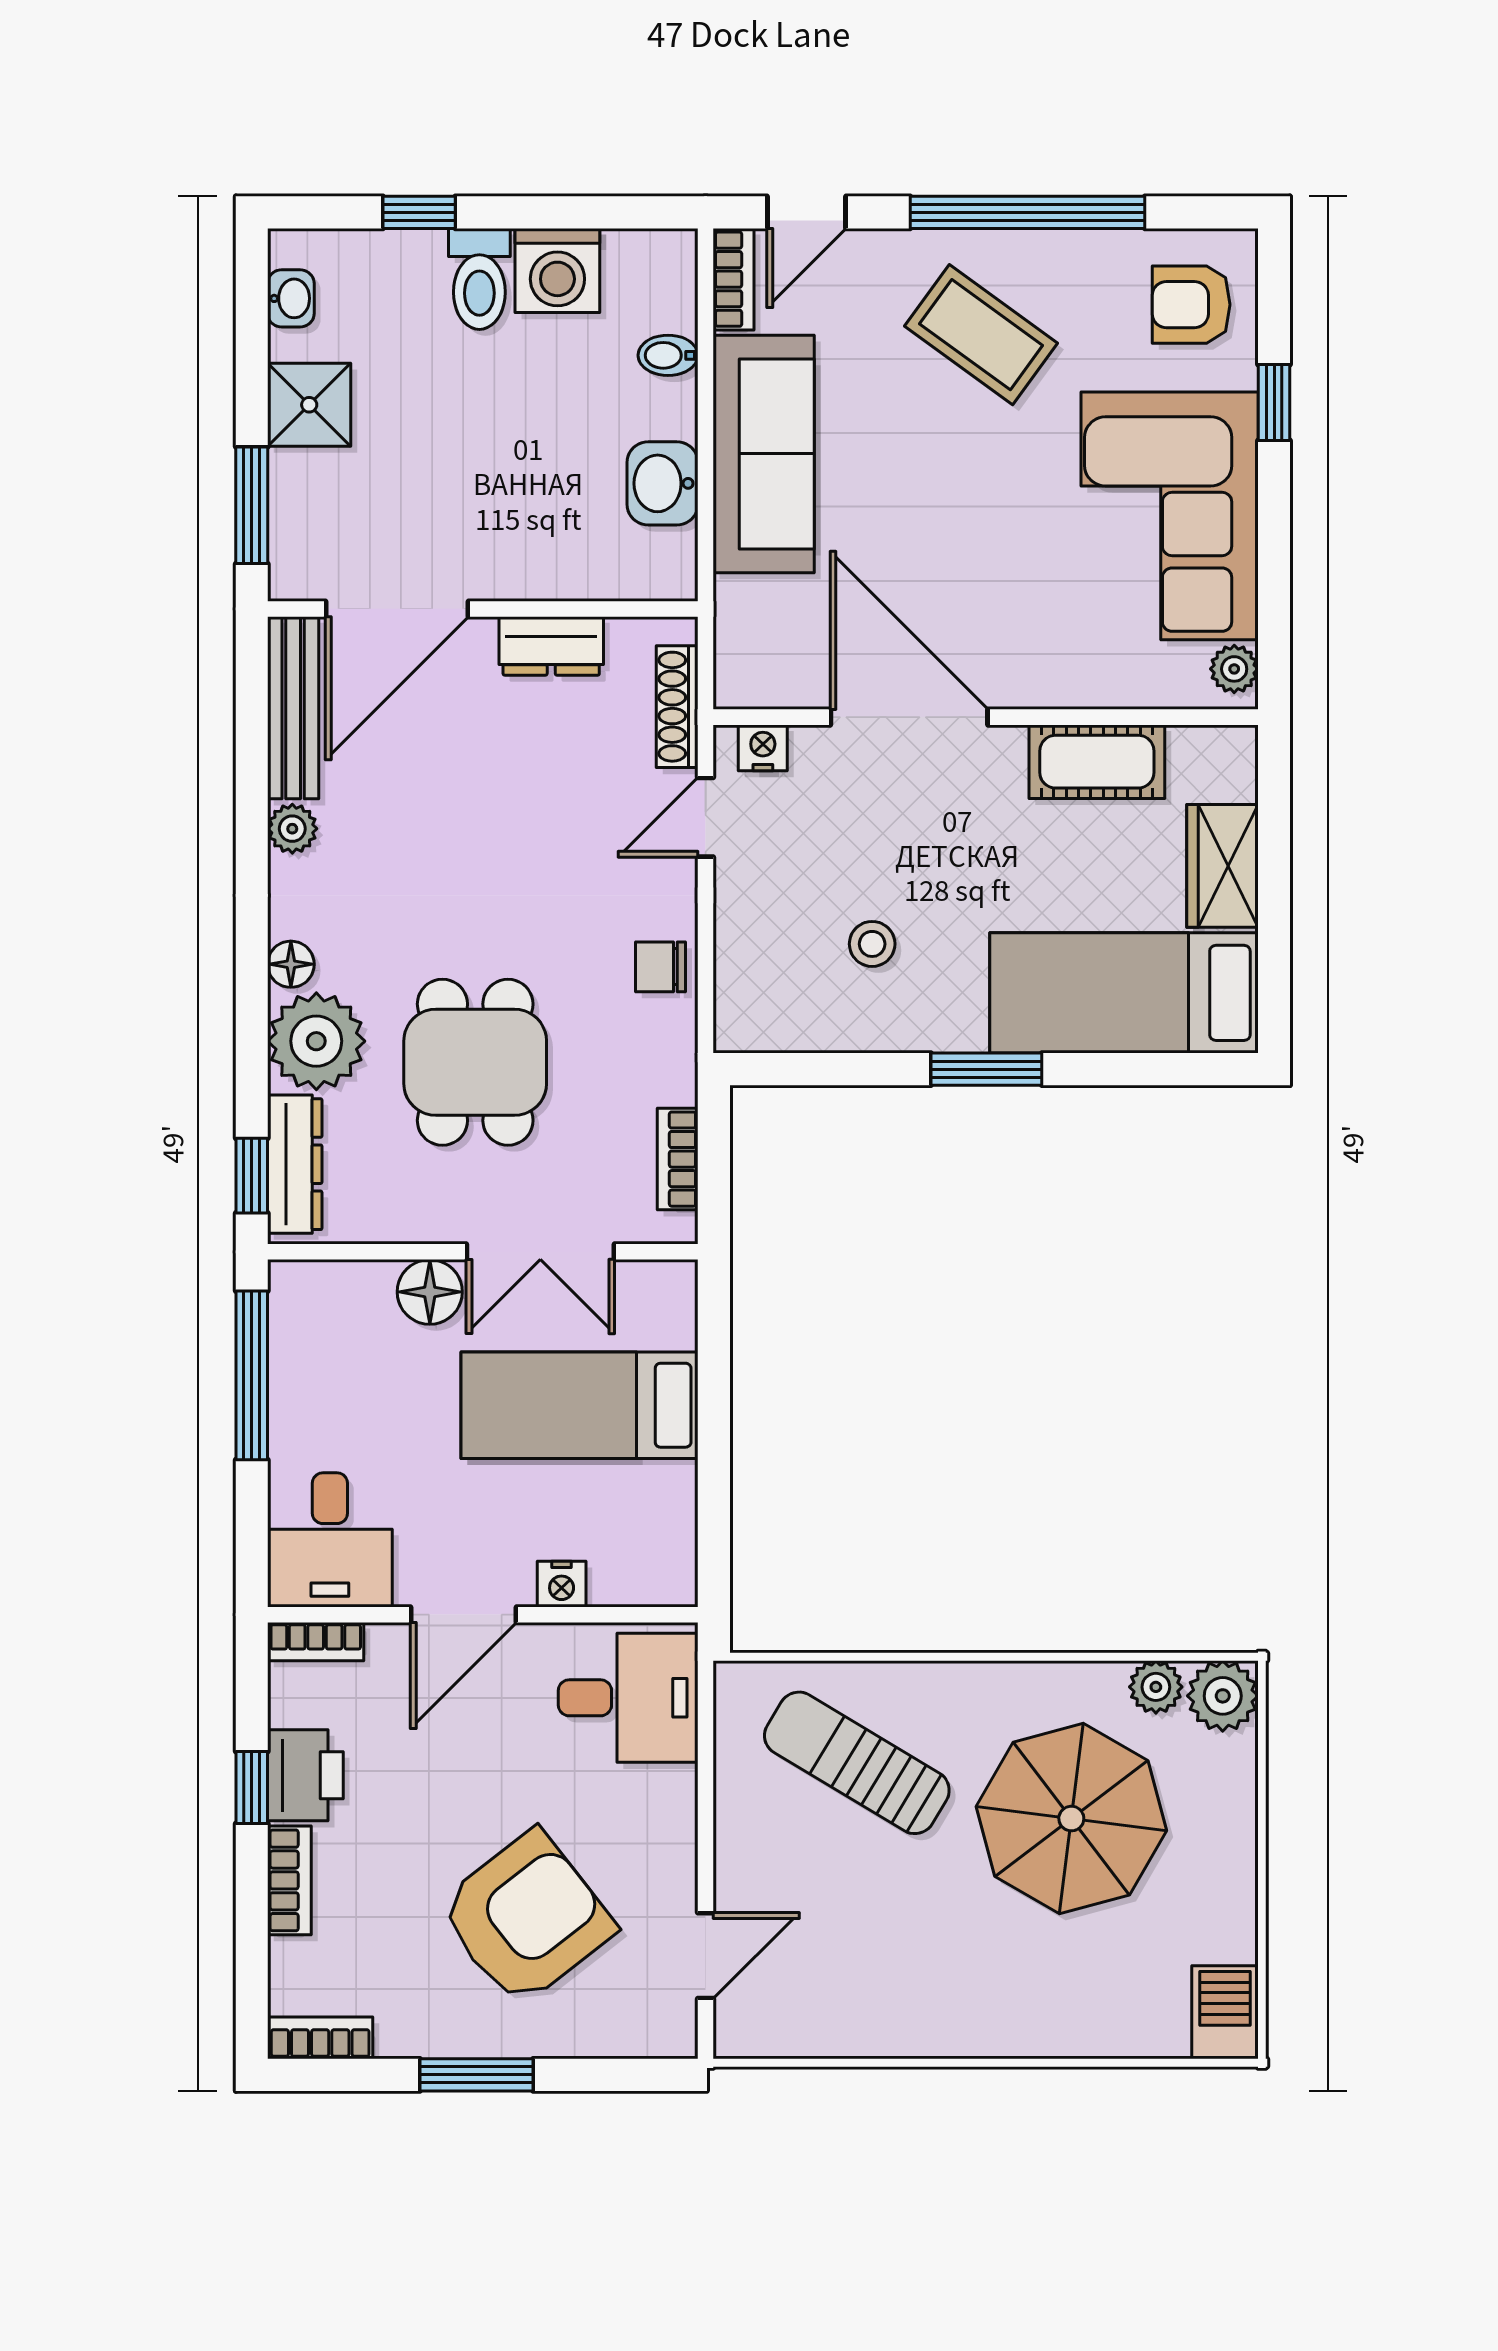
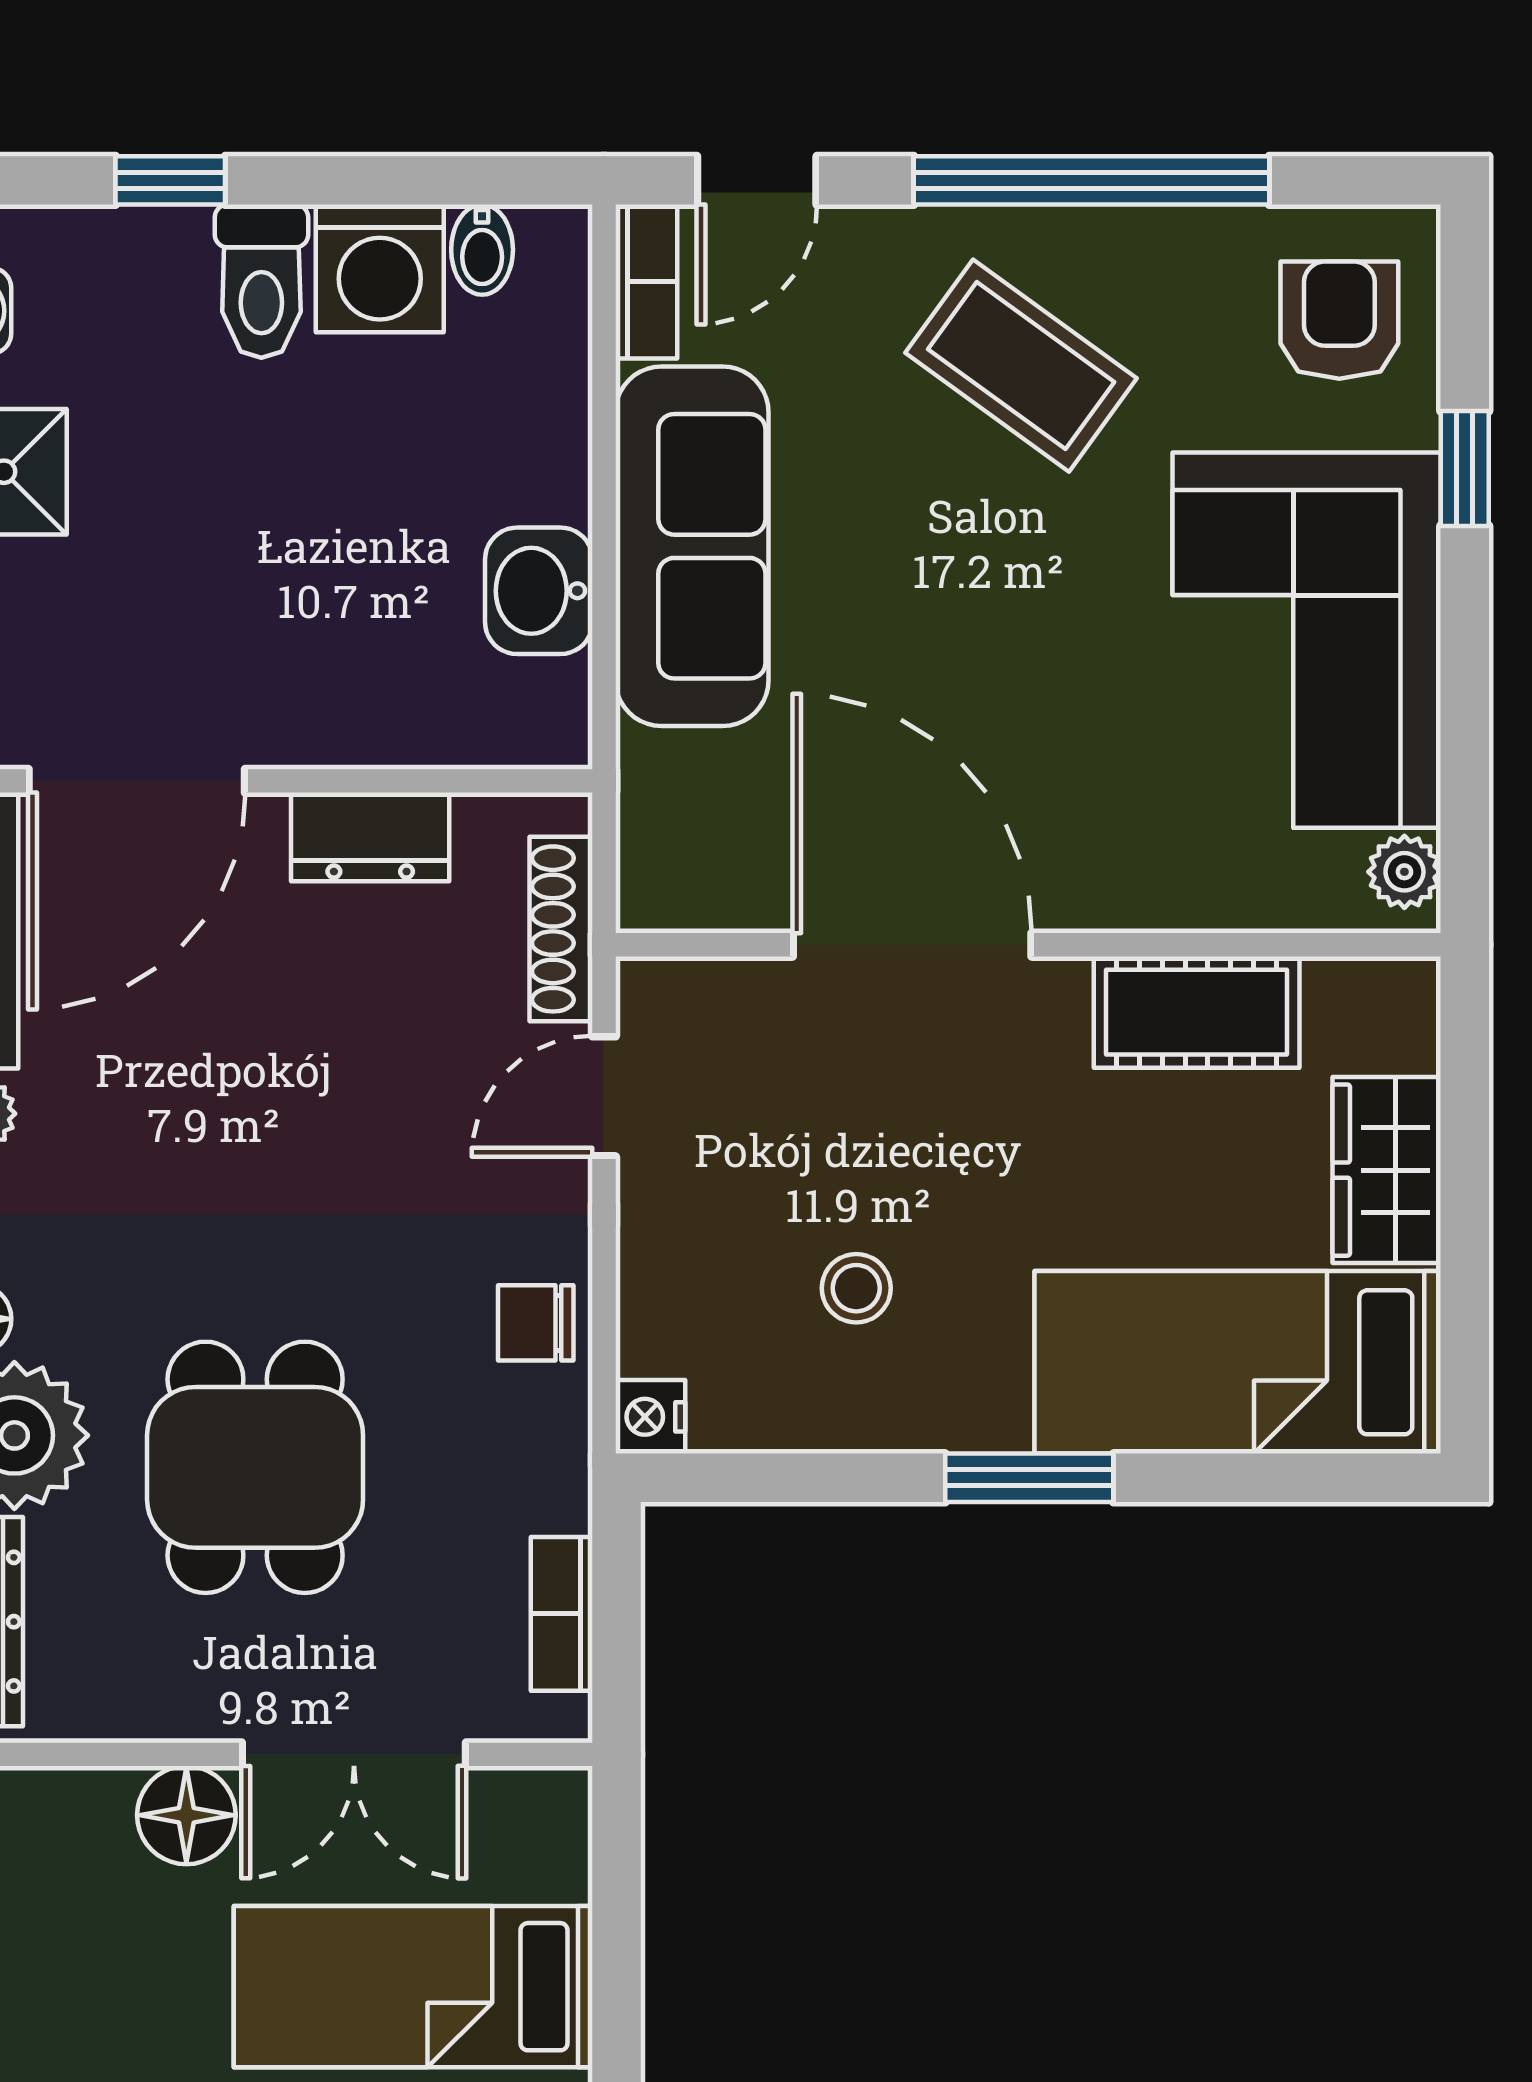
armchair: (1191, 305) -> (1339, 320), turned 90
bidet: (668, 355) -> (482, 250), moved, turned -90
nightstand: (763, 748) -> (650, 1417), moved, turned -90

